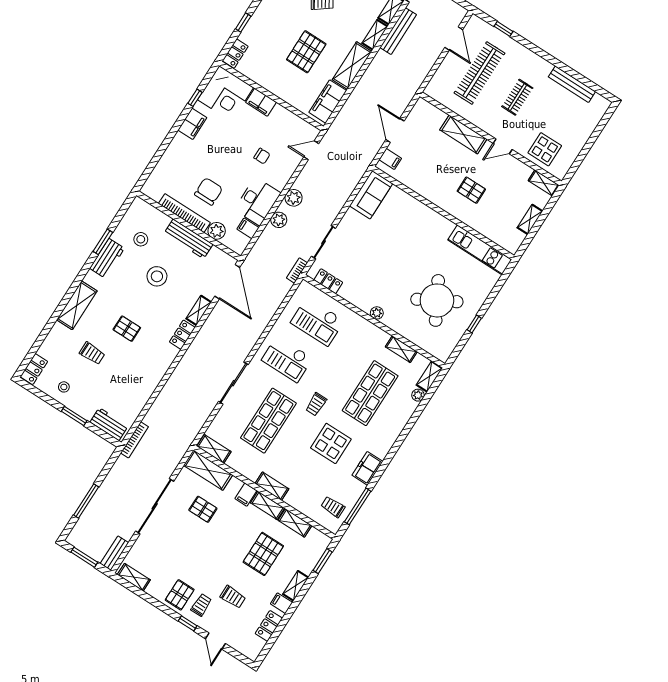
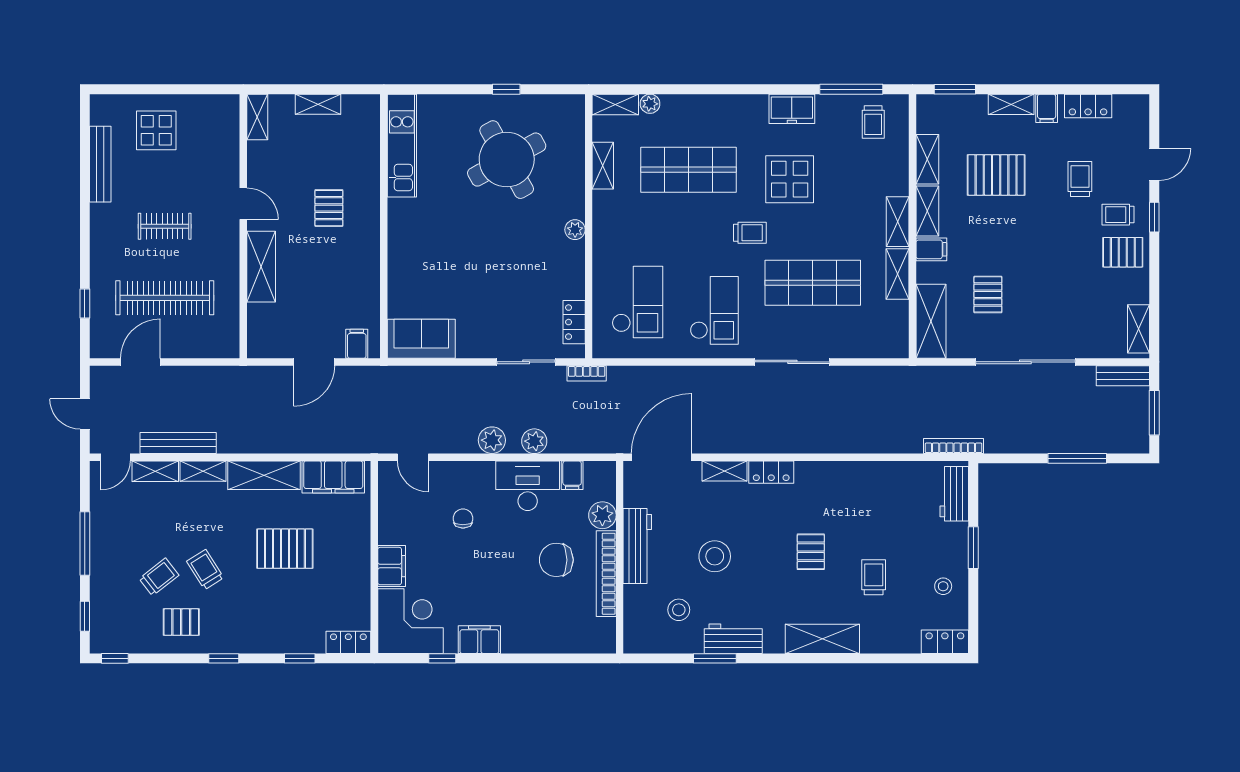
display table: (545, 149) -> (156, 130), moved
shelving: (214, 449) -> (898, 274), moved

